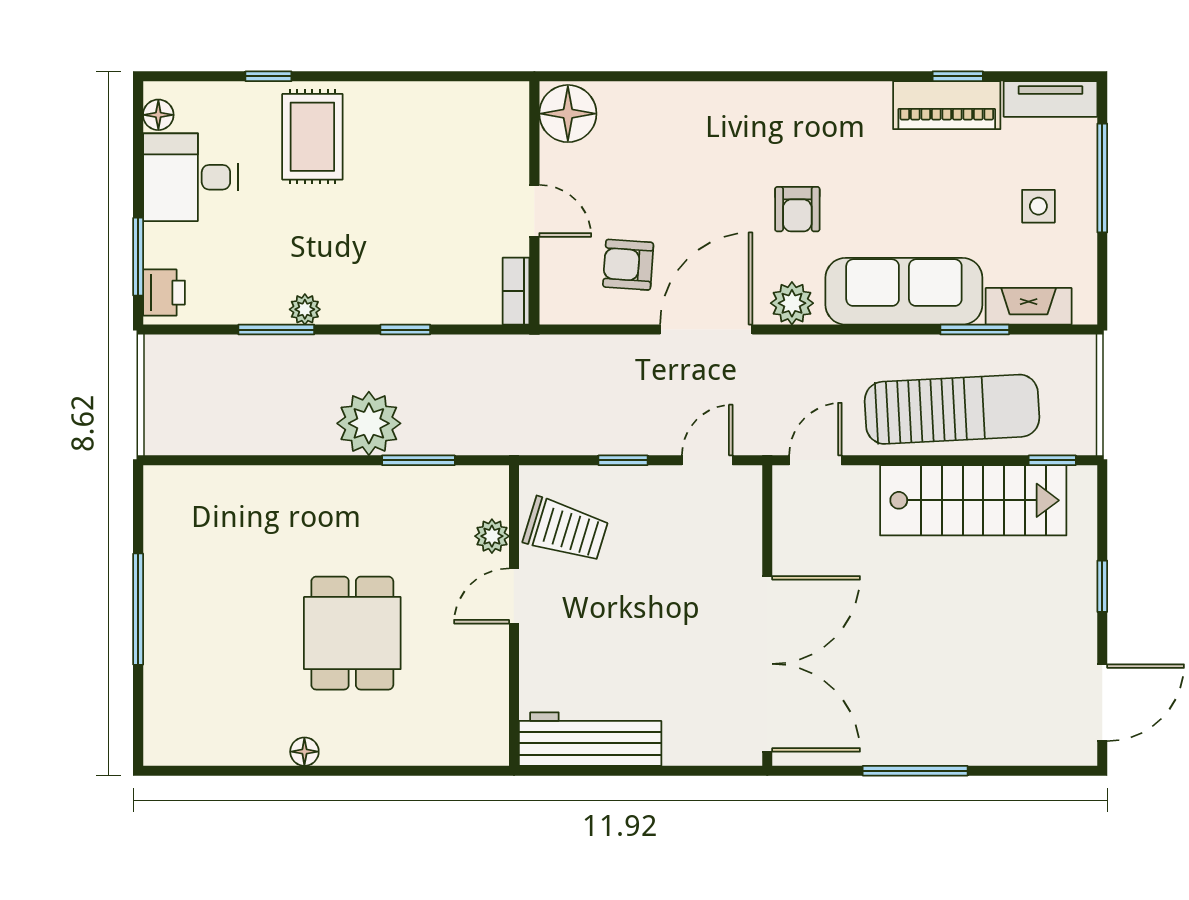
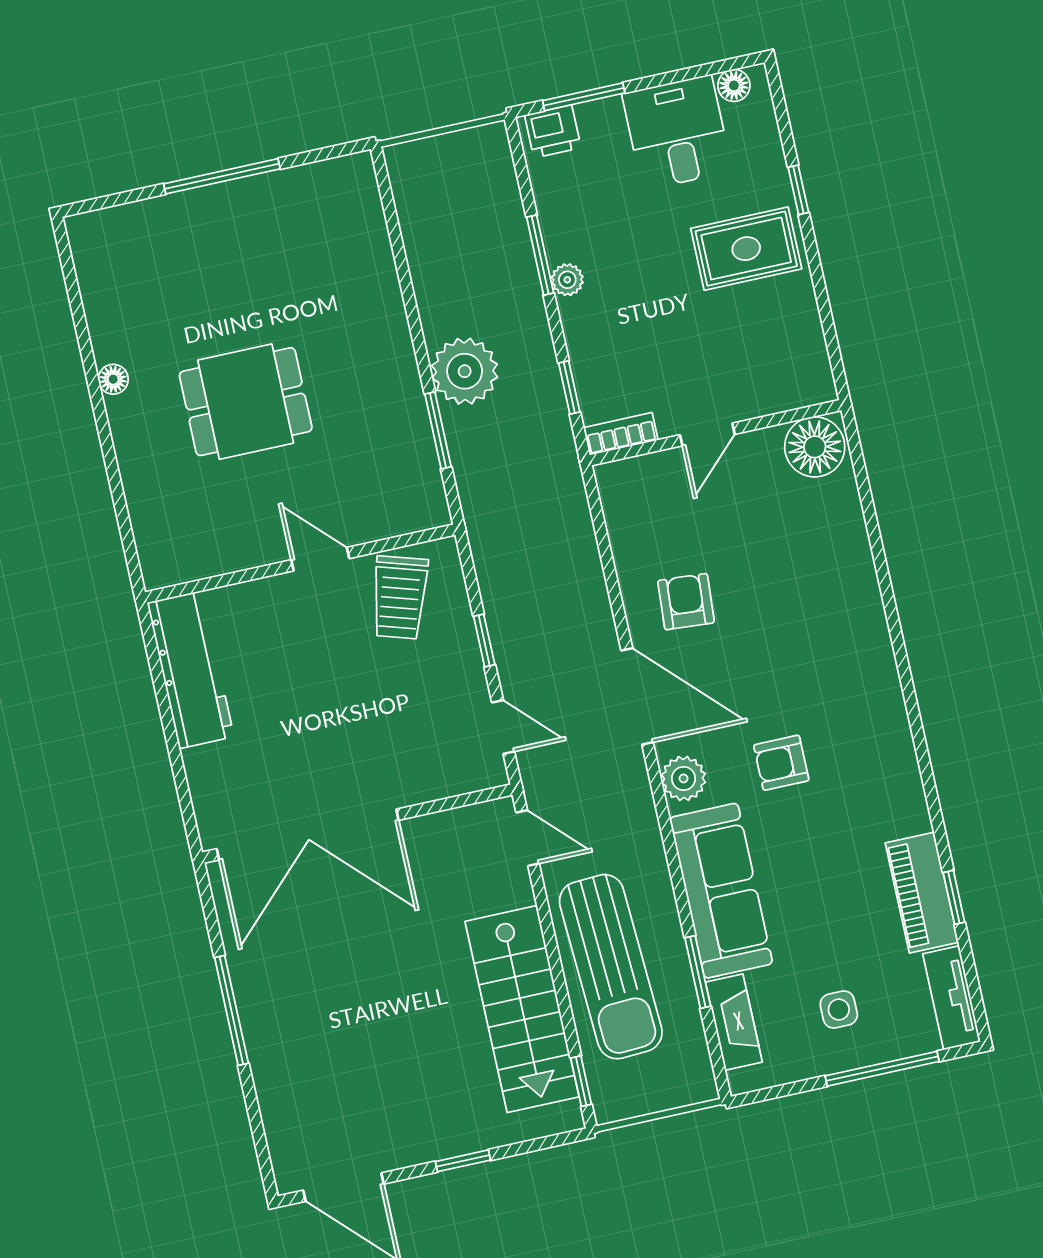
floor lamp: (568, 114) -> (815, 447), moved
wall: (534, 203) -> (715, 433), moved
door: (534, 211) -> (707, 434), moved
bookcase: (516, 291) -> (621, 434), moved
plant: (492, 536) -> (377, 523), removed

